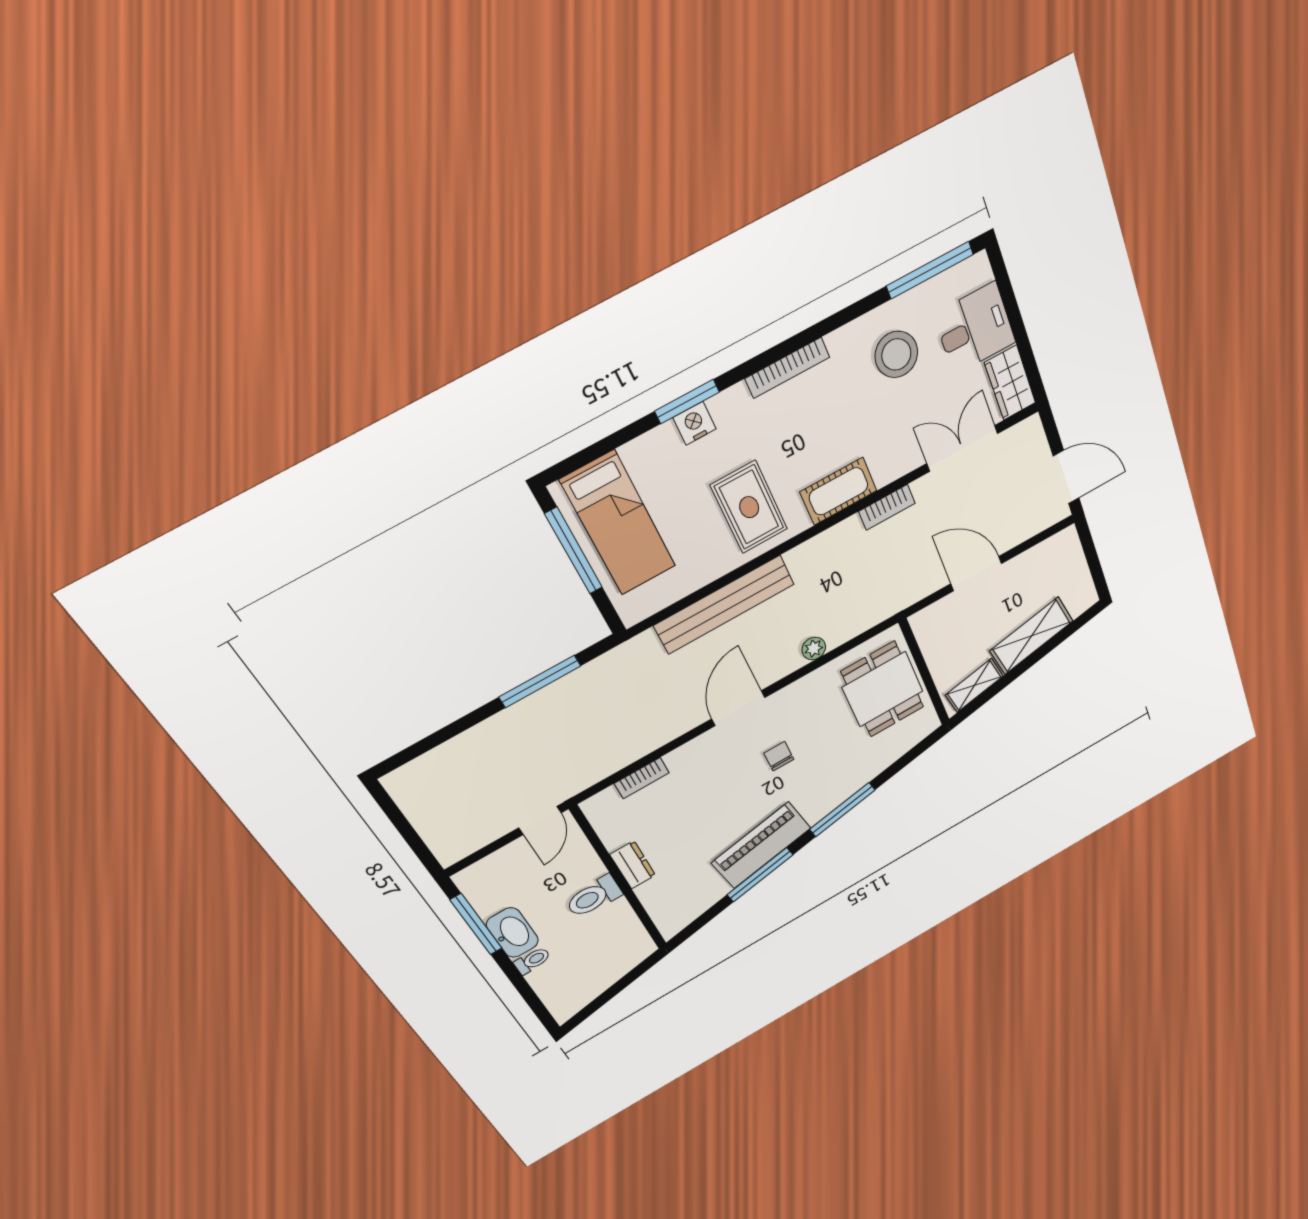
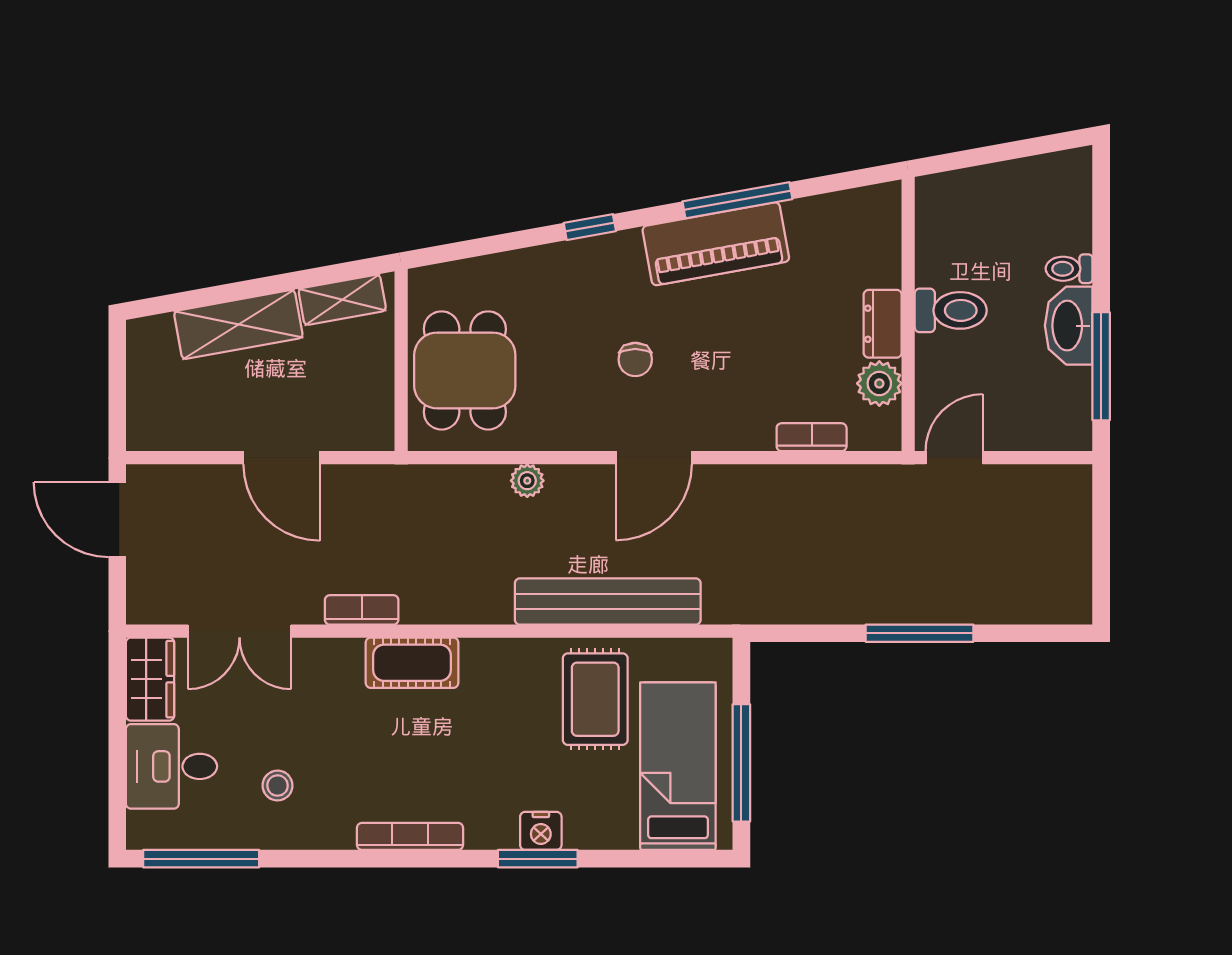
stool: (896, 354) -> (278, 786), width x0.53, depth x0.53
rug: (749, 507) -> (595, 699), moved
window: (540, 681) -> (920, 633), moved
window: (842, 810) -> (590, 227), width x0.46
plant: (615, 832) -> (879, 383), added

